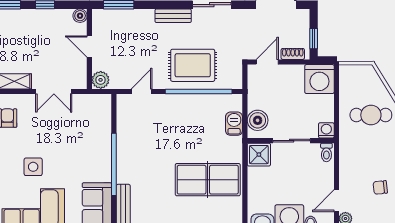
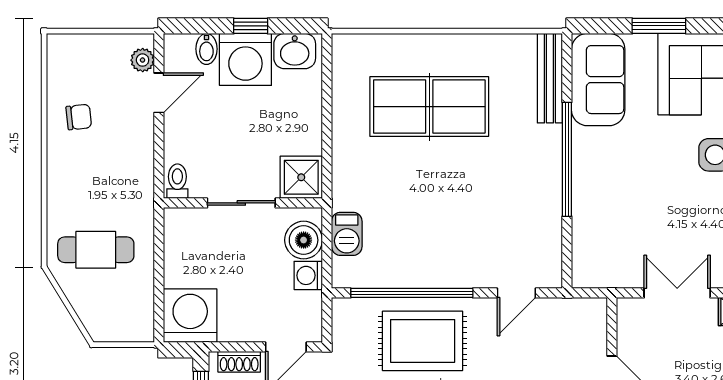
plant: (101, 80) -> (592, 314), removed
washing machine: (326, 130) -> (308, 275), moved, turned 90
table tennis table: (208, 180) -> (429, 107), moved

